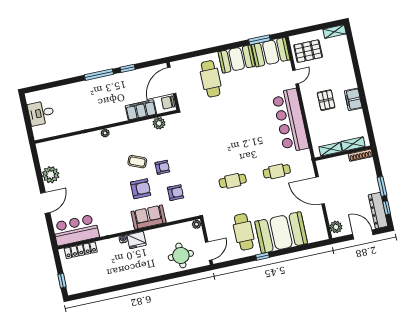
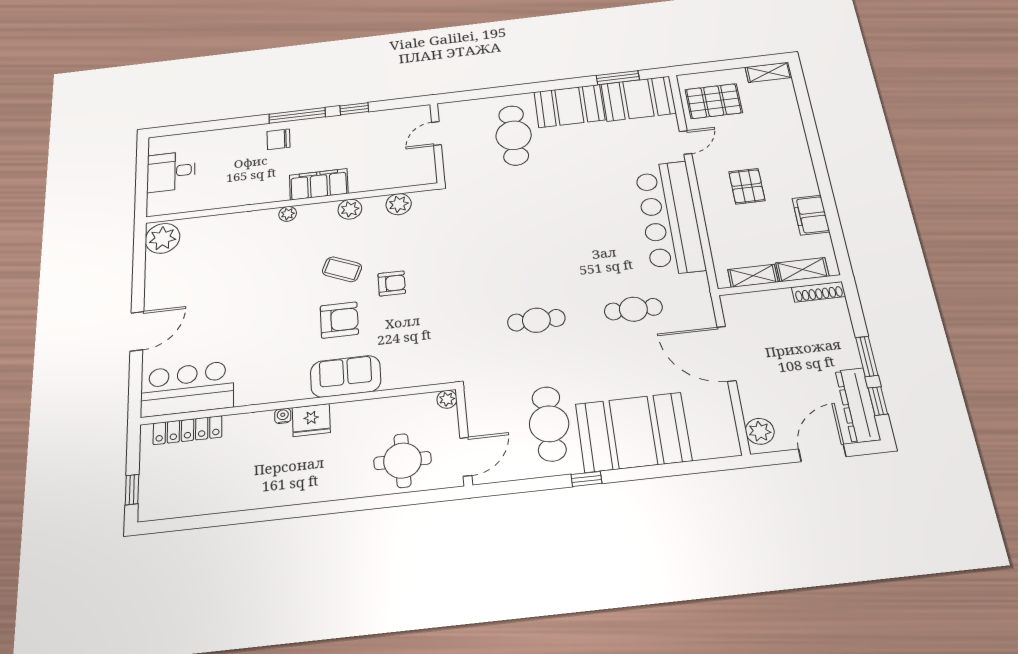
door: (172, 80) -> (436, 133), width x0.53
filing cabinet: (353, 99) -> (811, 215), moved
chair: (168, 102) -> (278, 139), moved
filing cabinet: (141, 110) -> (319, 184), moved
plant: (135, 128) -> (350, 209), added
plant: (51, 175) -> (163, 238), moved
armchair: (176, 193) -> (411, 333), removed
door: (363, 235) -> (822, 453), hinge flipped

